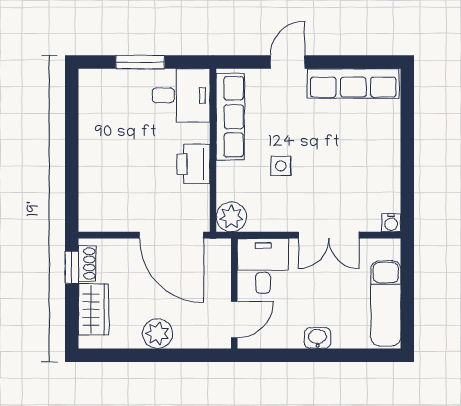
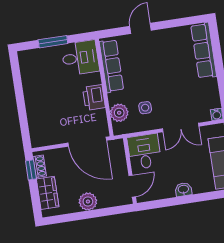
row of seats: (353, 84) -> (204, 51), moved, turned 90
side table: (281, 166) -> (145, 108), moved
plant: (231, 217) -> (119, 113), moved

